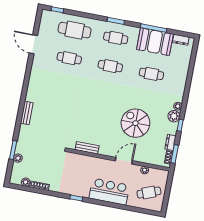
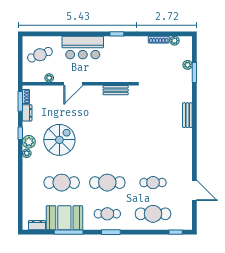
cafe table: (110, 66) -> (107, 183), width x1.37, depth x1.35
cafe table: (151, 74) -> (62, 183), width x1.37, depth x1.35
spiral stairs: (135, 123) -> (59, 140), moved, turned -90

